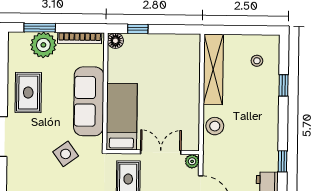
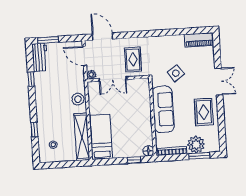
bed: (122, 117) -> (101, 137), moved, turned 180

